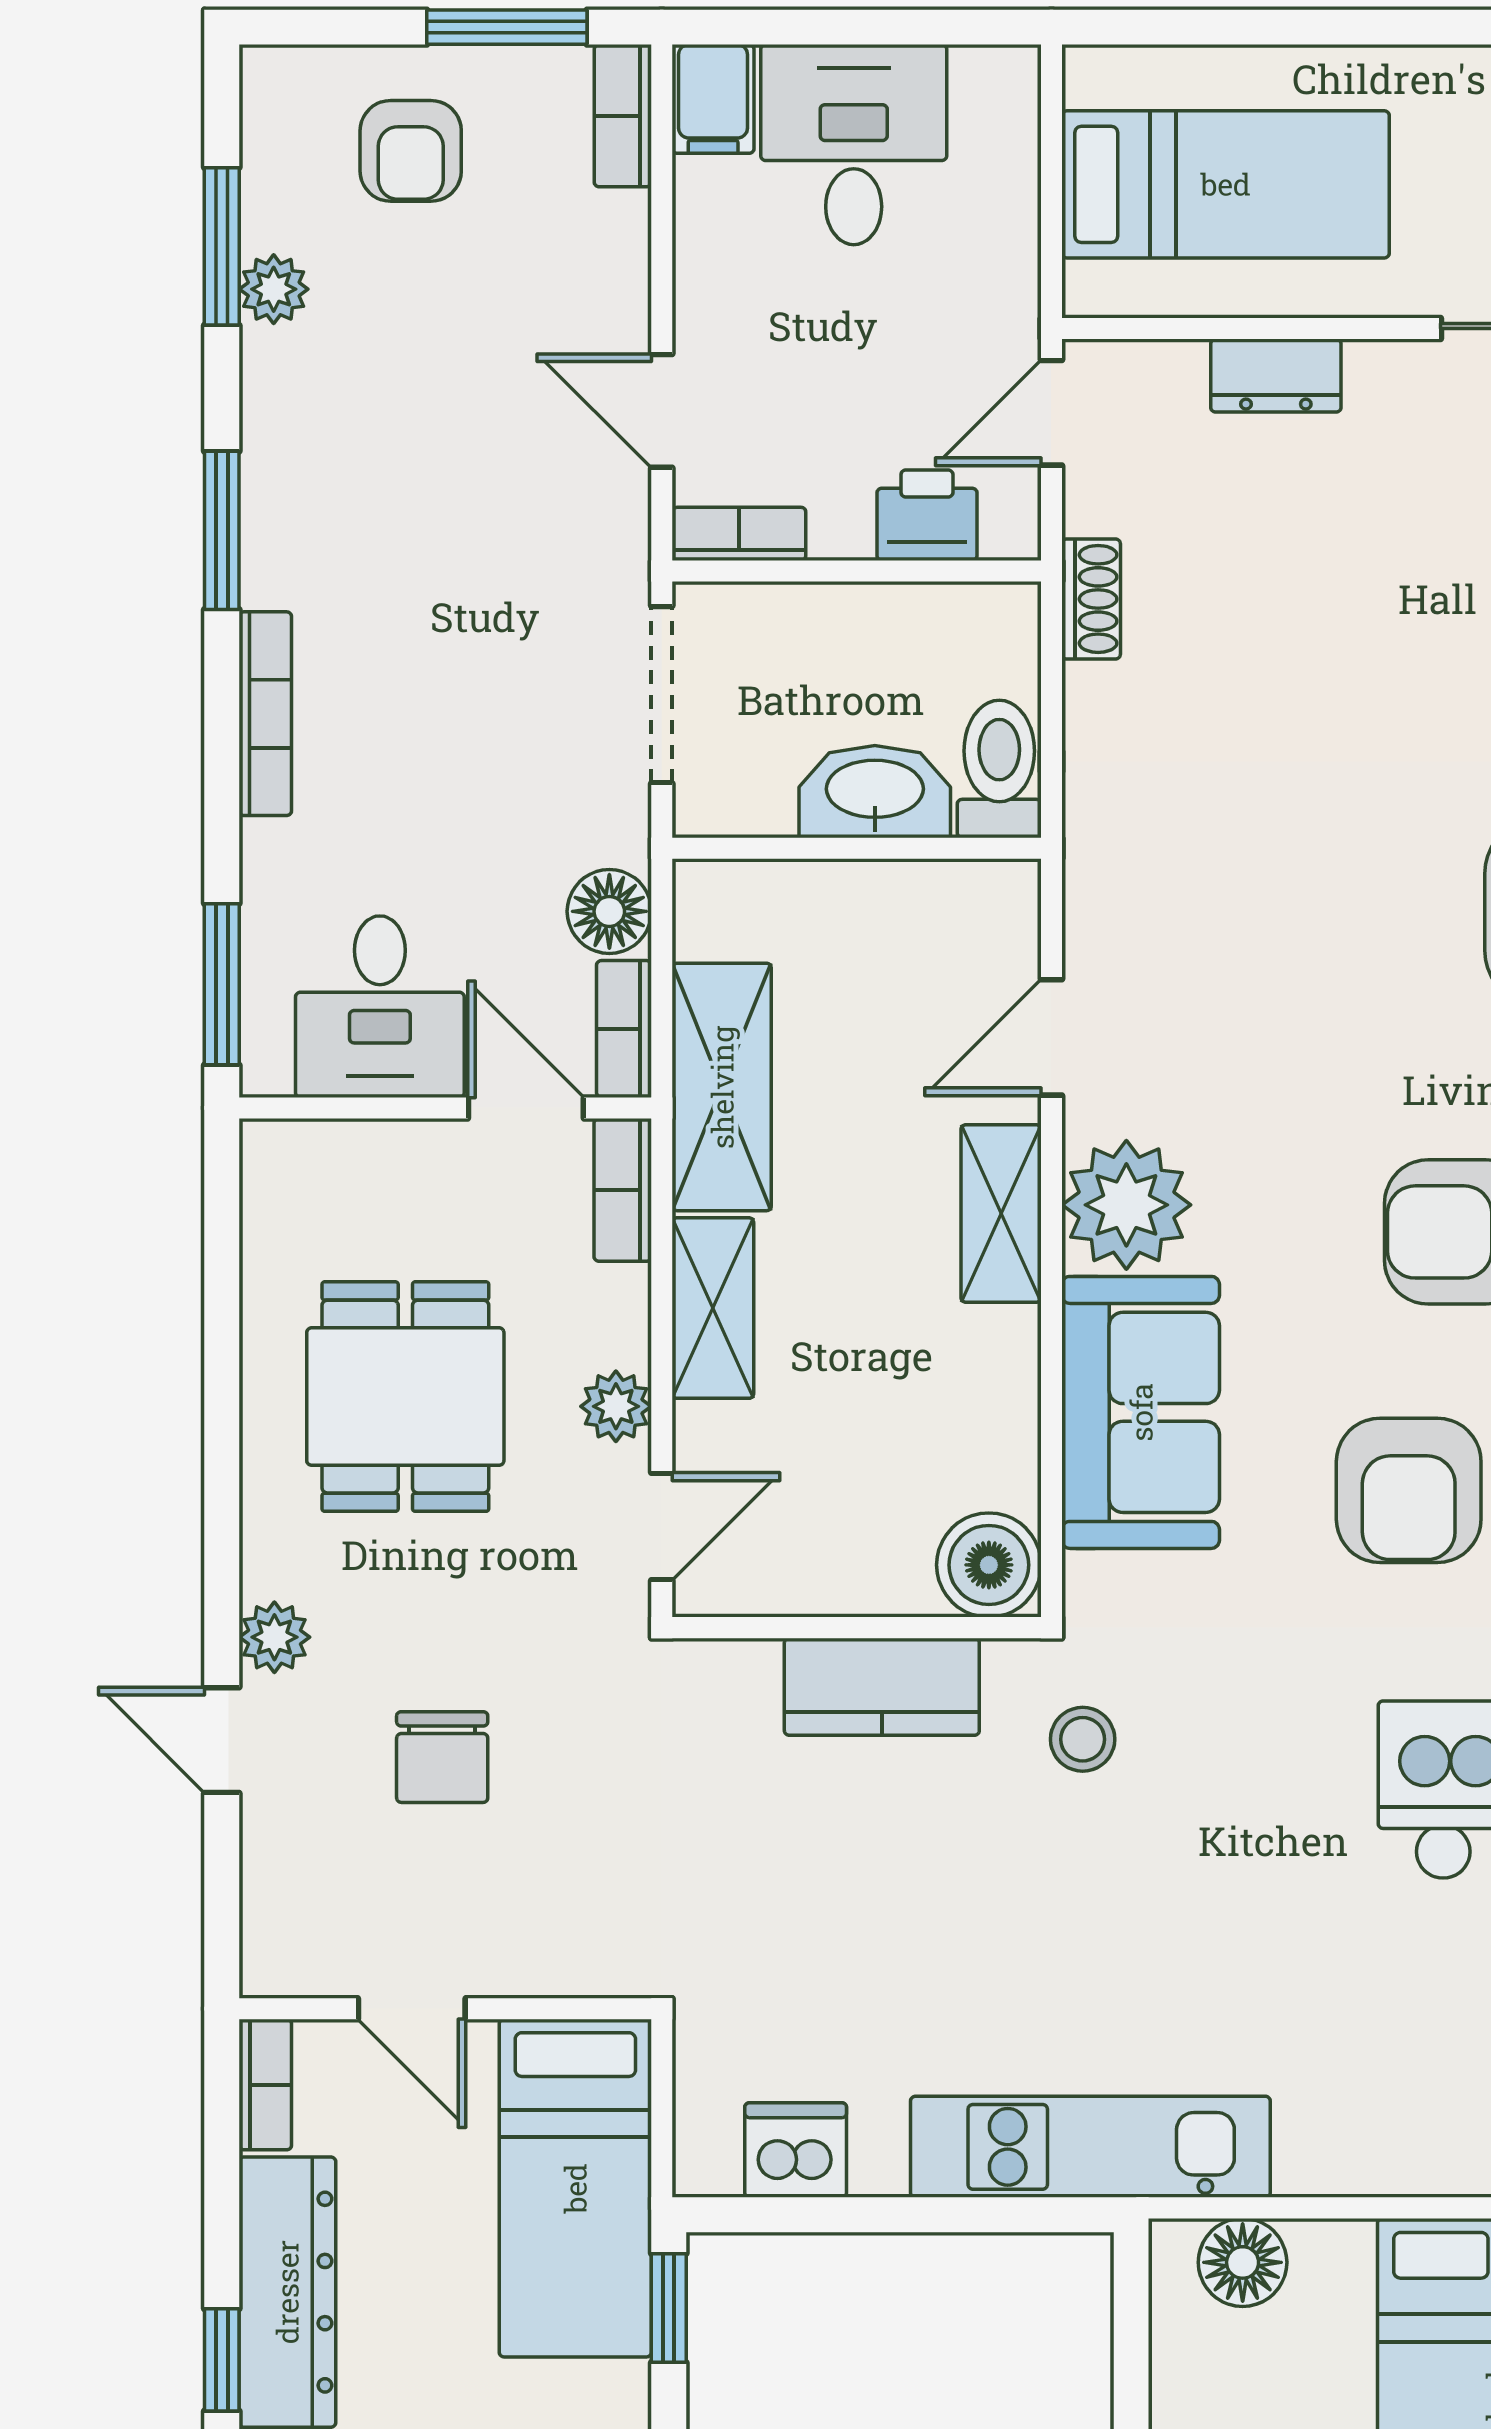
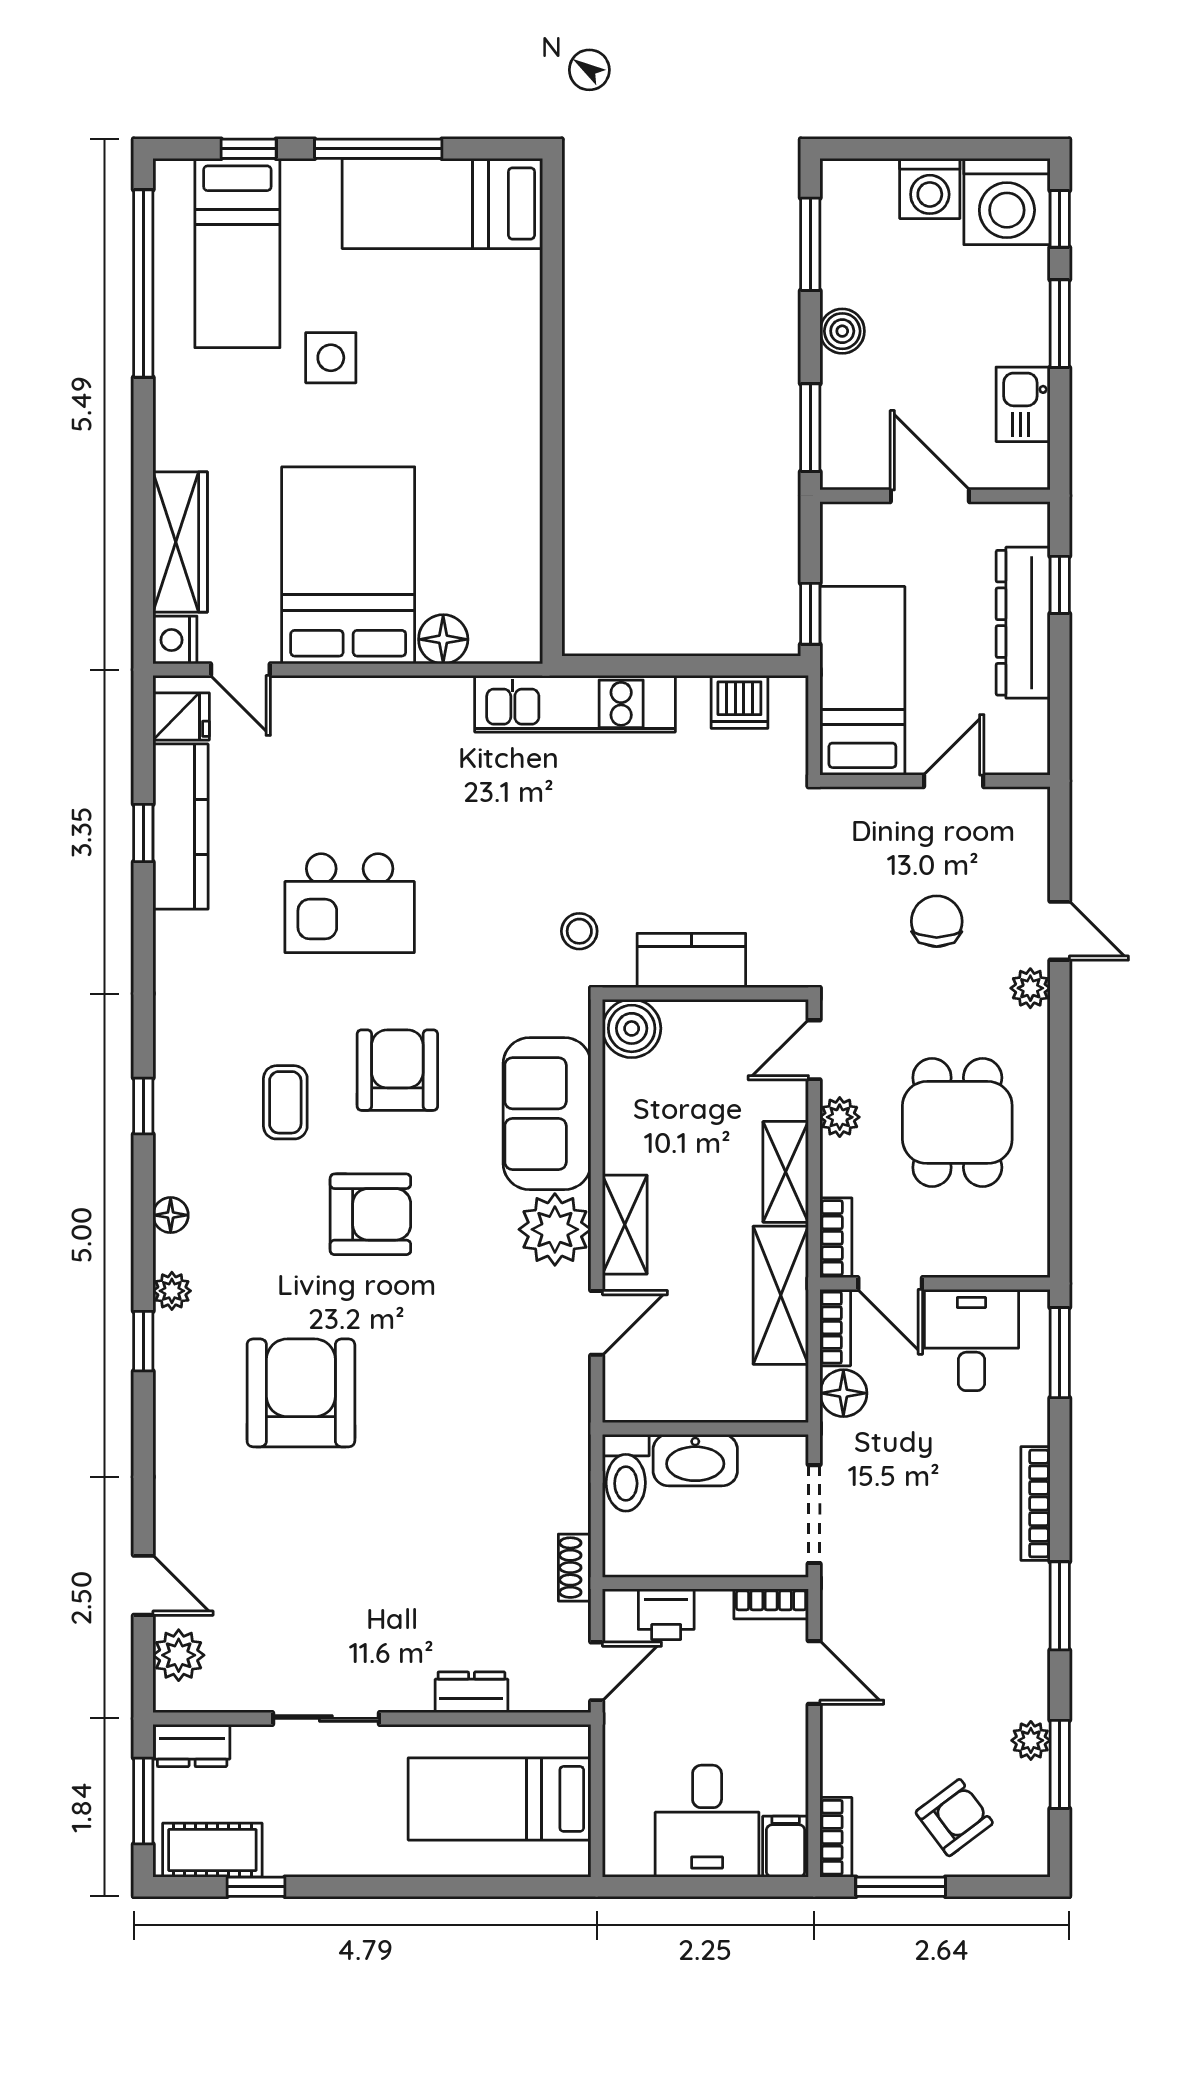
armchair: (411, 151) -> (954, 1818), turned 53
door: (412, 2009) -> (954, 781), hinge flipped
bookcase: (265, 2085) -> (1035, 739), removed
floor lamp: (1243, 2262) -> (443, 639), moved

